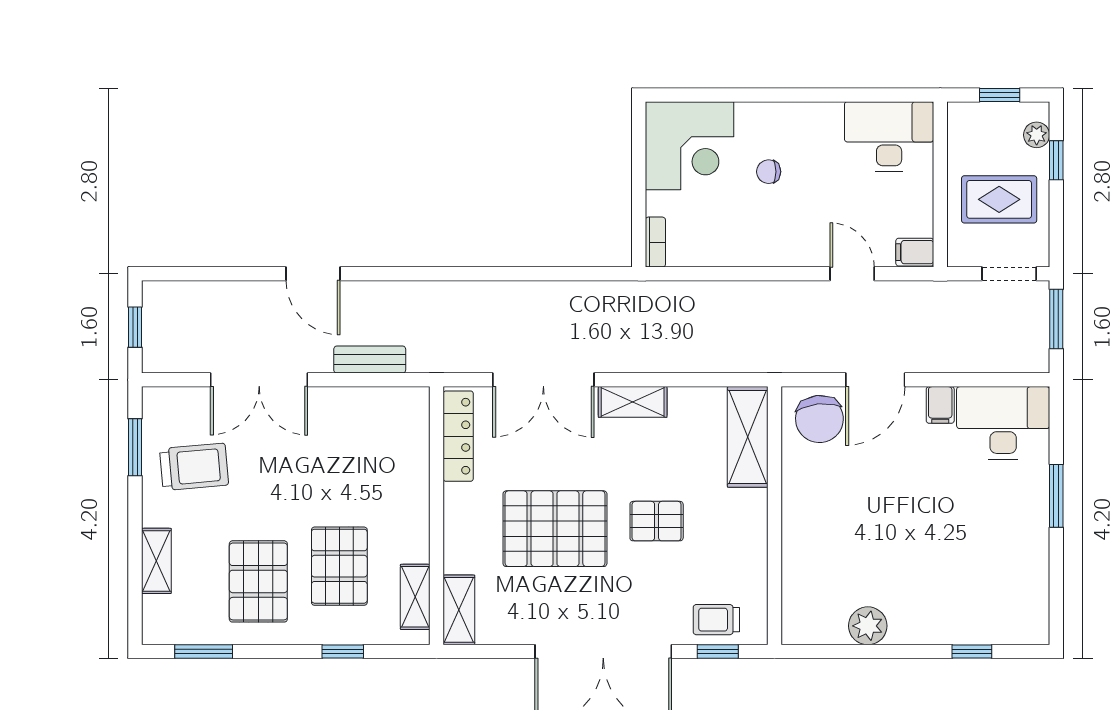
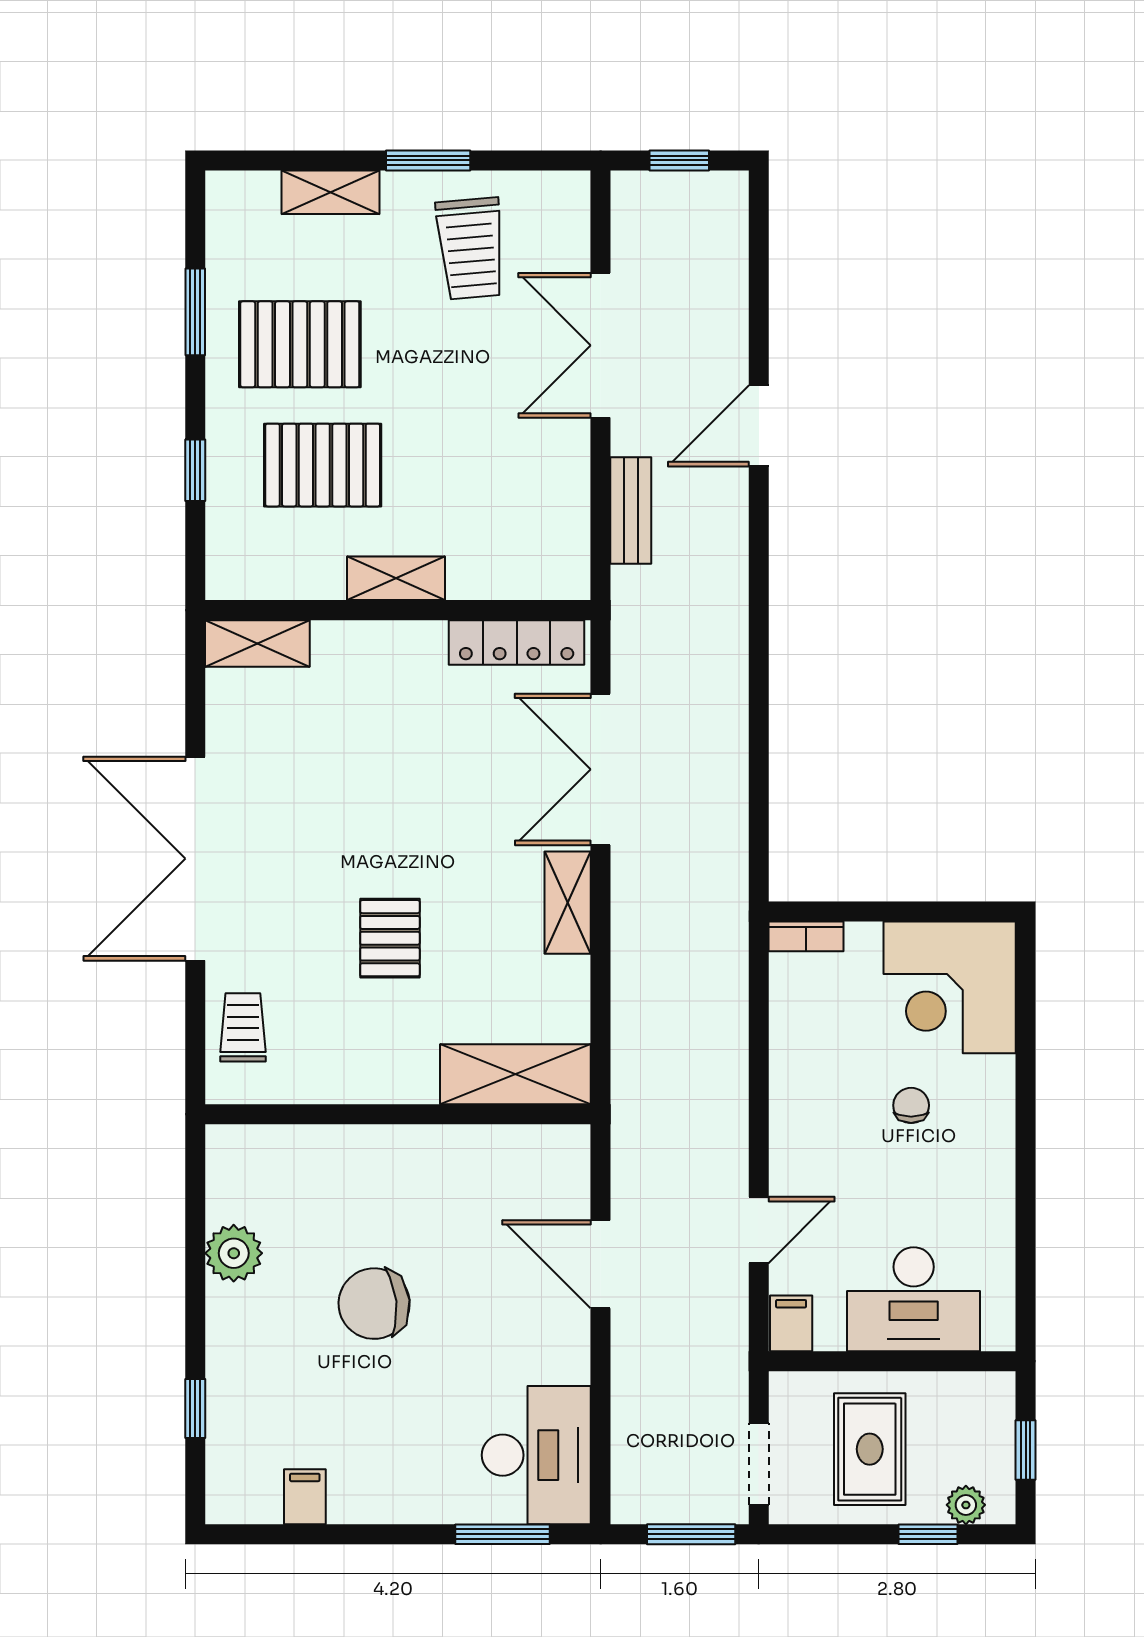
desk: (889, 136) -> (914, 1299), moved, turned 90
filing cabinet: (940, 405) -> (305, 1497), moved, turned 90
chair: (819, 419) -> (374, 1304), moved
window: (135, 447) -> (428, 160), moved
window: (1056, 496) -> (502, 1534), moved
pallet: (555, 529) -> (379, 787), removed
shelving: (415, 597) -> (396, 578), moved
window: (204, 652) -> (195, 312), moved
window: (718, 652) -> (195, 1030), removed

